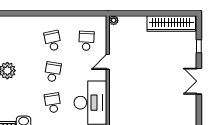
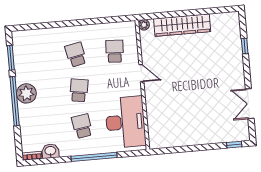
wardrobe: (171, 23) -> (182, 25), moved
door: (108, 62) -> (141, 73), swing flipped
double door: (199, 81) -> (250, 104), moved

